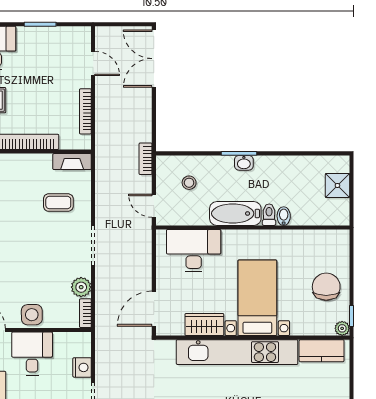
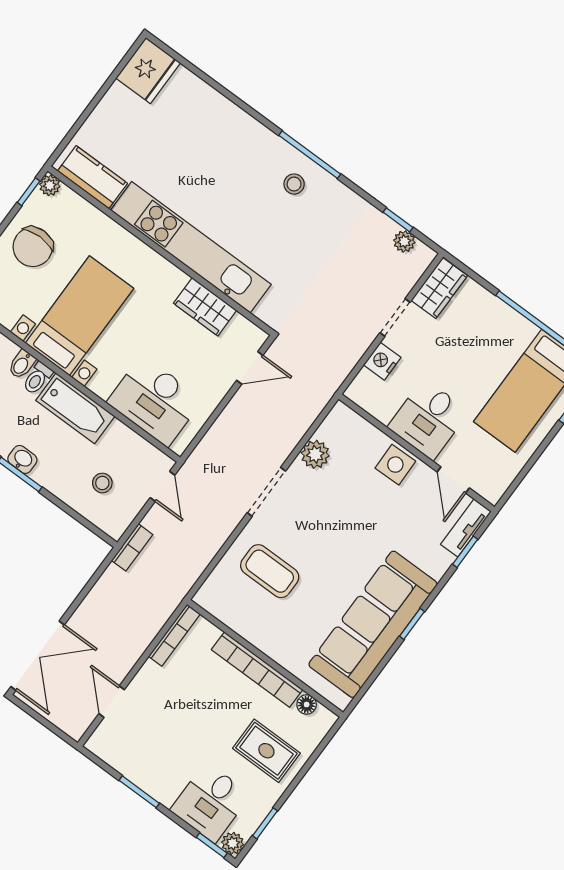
bookcase: (85, 111) -> (174, 635), moved
fireplace: (72, 162) -> (219, 607), removed
coffee table: (58, 203) -> (270, 571), width x1.36, depth x1.30
bed with nightstands: (257, 298) -> (79, 316), moved, turned 180
door: (154, 309) -> (250, 368), width x0.73
bookcase: (85, 313) -> (332, 421), removed

